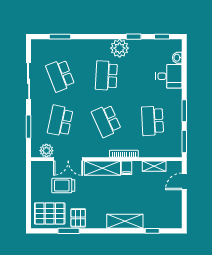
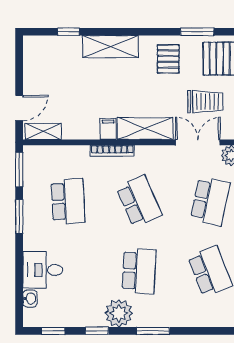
window: (60, 37) -> (153, 331), moved
shelving: (154, 166) -> (43, 131), moved
pallet: (78, 218) -> (168, 59), moved

